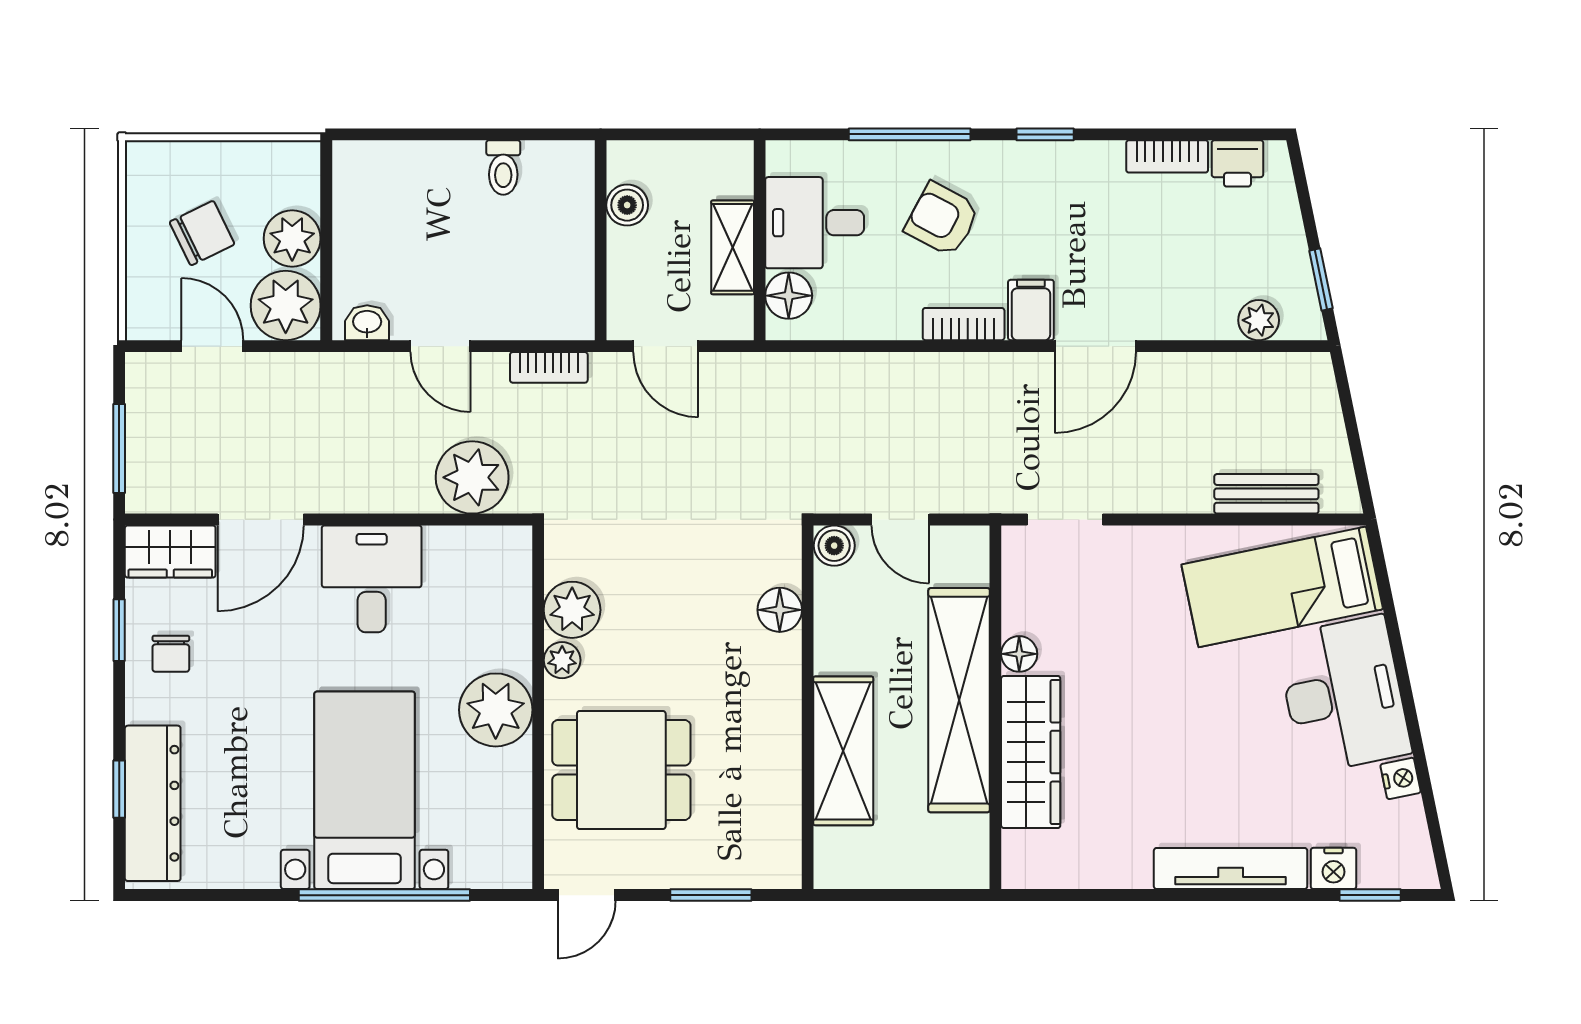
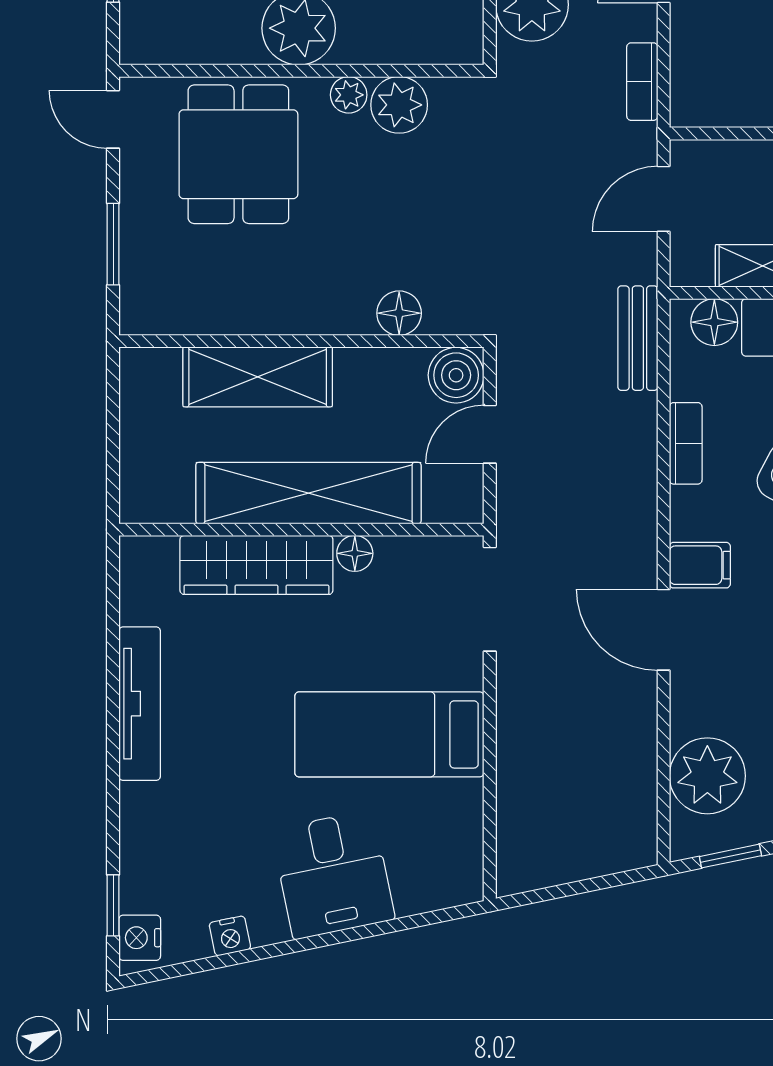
plant: (1259, 320) -> (707, 776), width x1.88, depth x1.88
bookcase: (964, 324) -> (686, 443), moved
bench: (1266, 494) -> (638, 338), moved
doorway: (1065, 519) -> (490, 599), width x1.38
boiler: (834, 546) -> (456, 375), width x1.36, depth x1.36
bed: (1282, 587) -> (389, 734), moved, turned -78
desk: (1343, 695) -> (333, 875), width x0.73
tv unit: (1231, 868) -> (140, 704), moved
nightstand: (1334, 868) -> (140, 938), moved

